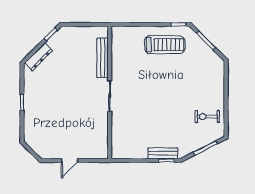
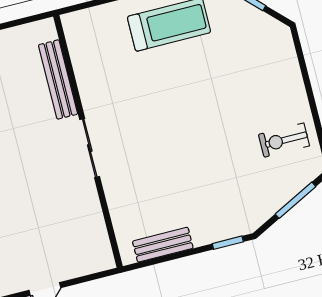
bench: (163, 153) -> (163, 245), moved

